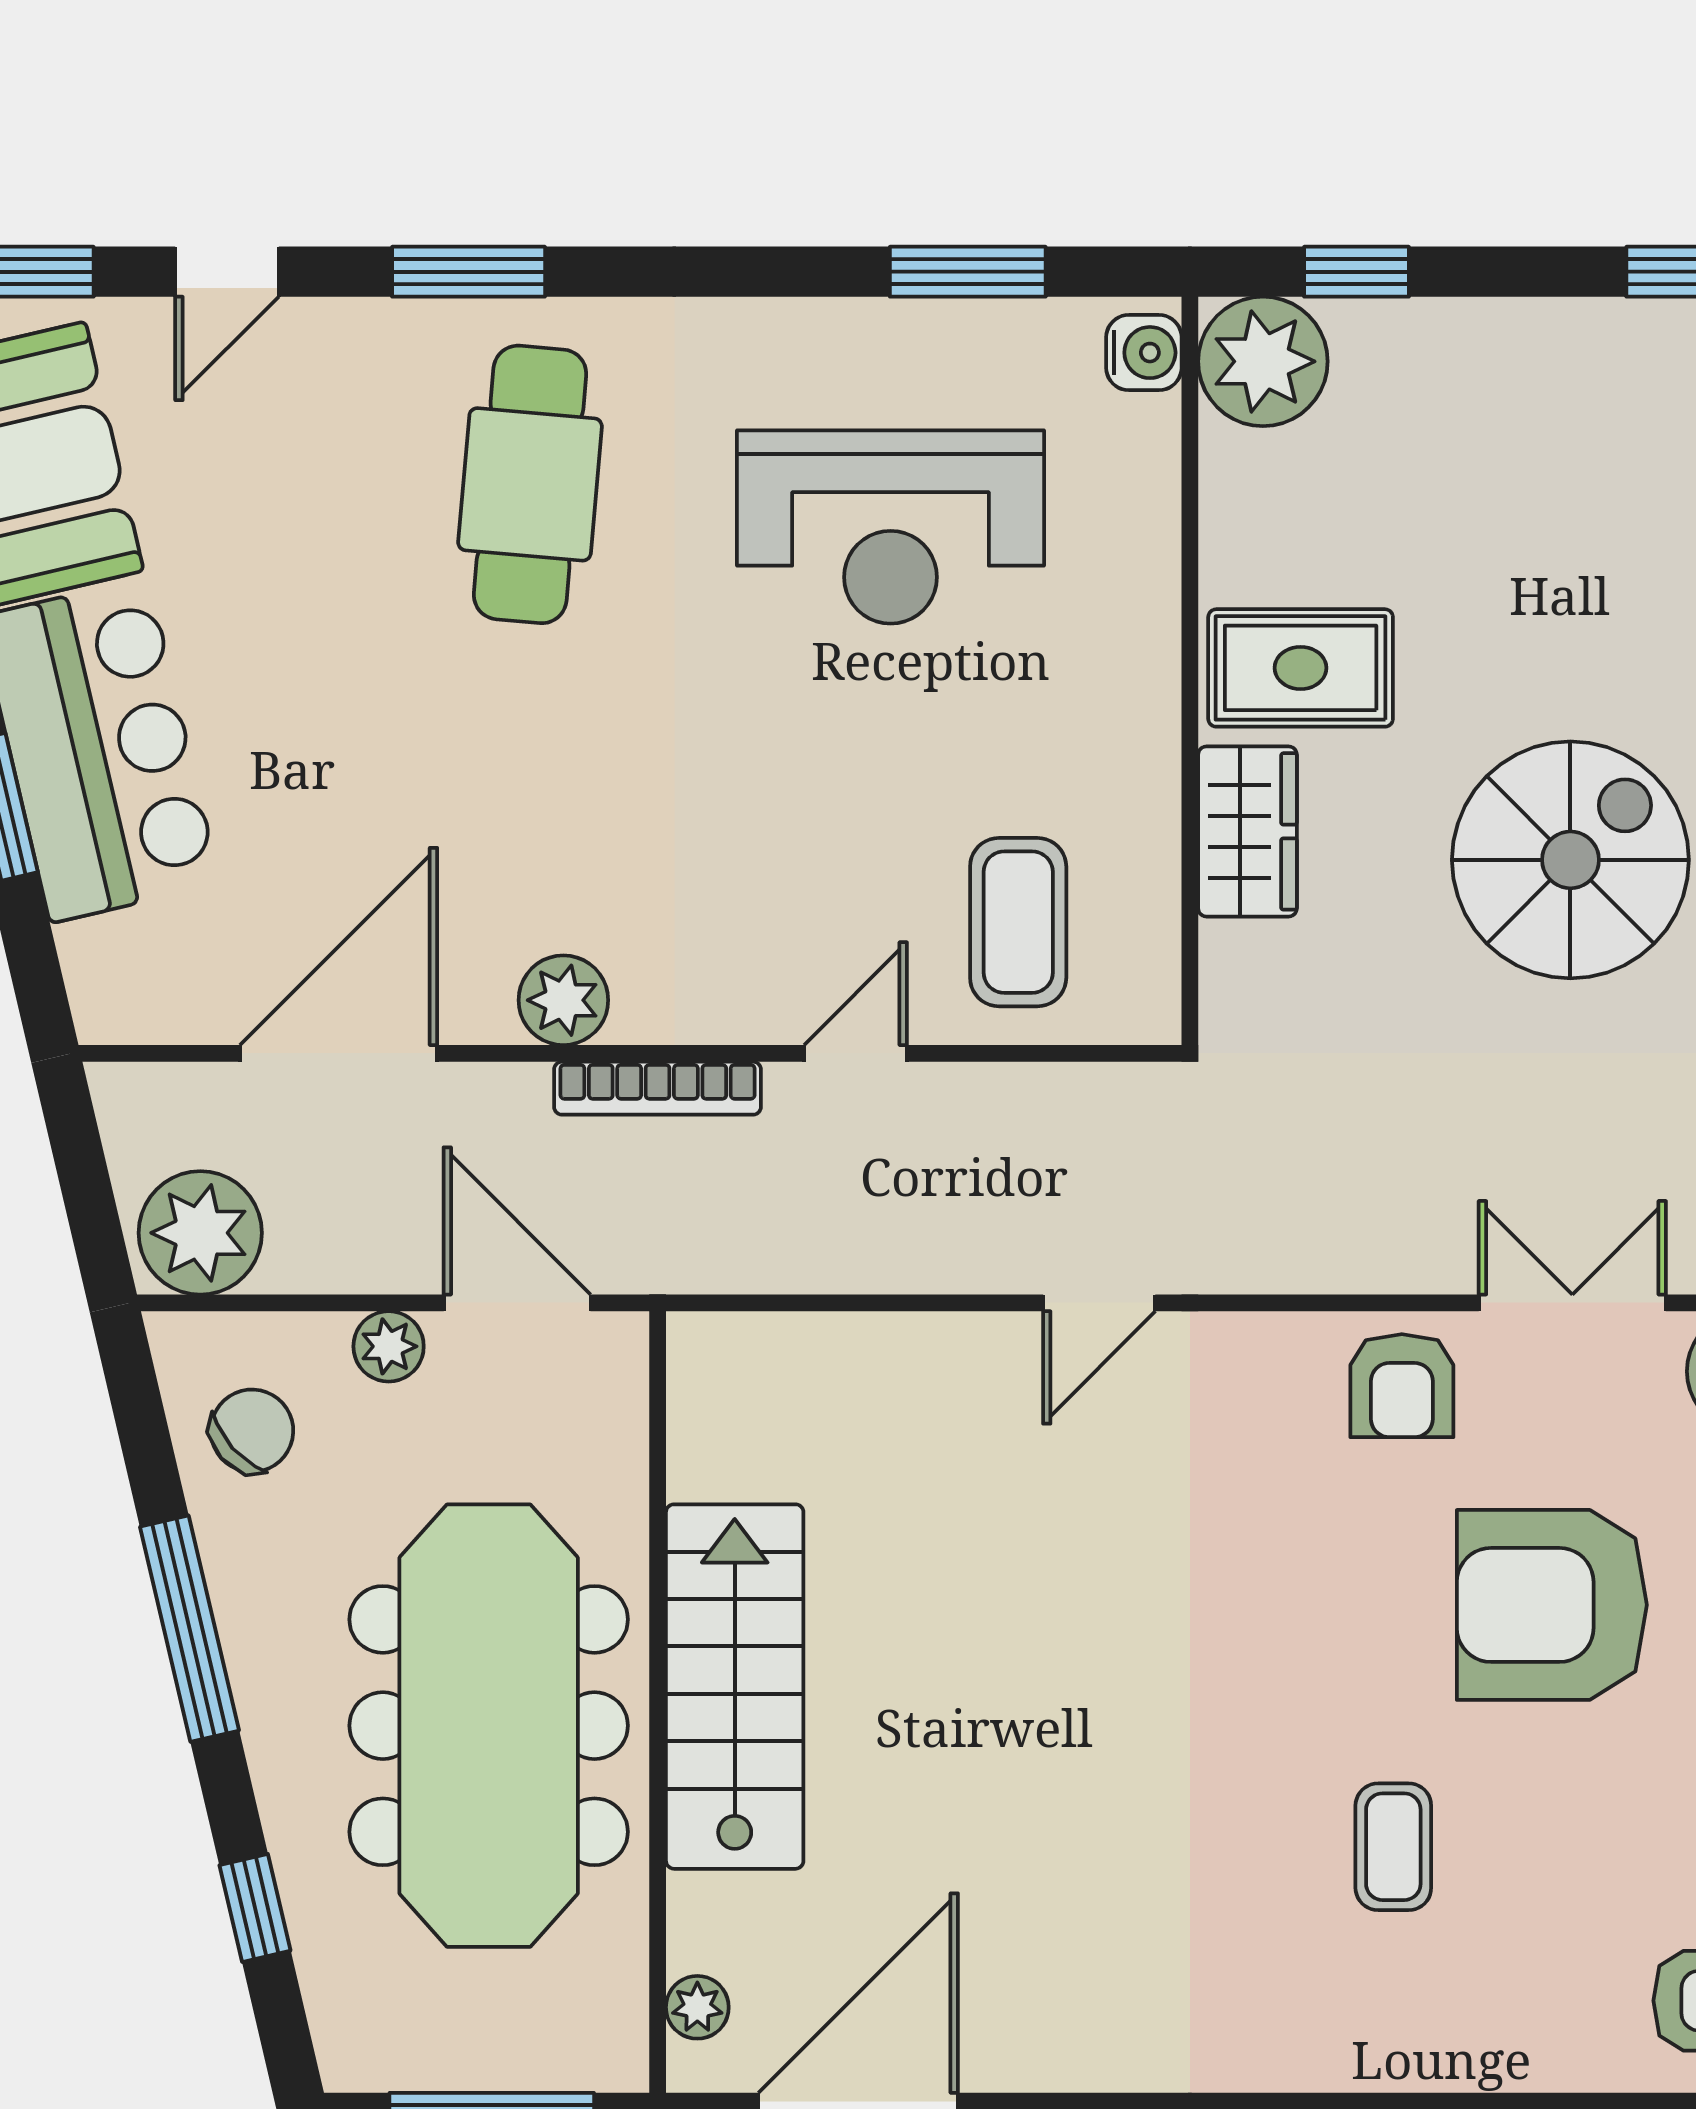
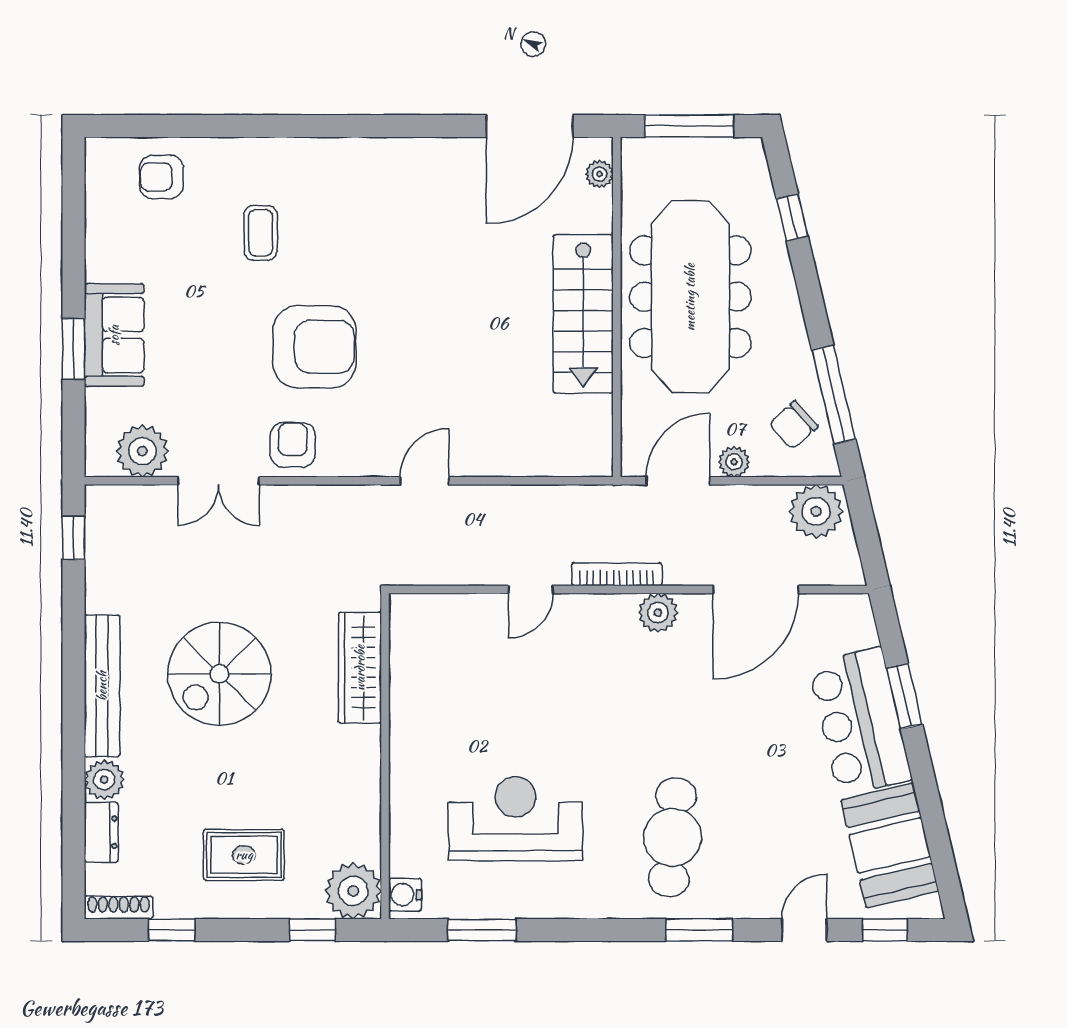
rug: (1301, 668) -> (244, 855), moved
wardrobe: (1247, 831) -> (360, 668), width x1.50
coffee table: (1018, 922) -> (460, 647), removed
door: (517, 1303) -> (678, 481), swing flipped
armchair: (1552, 1605) -> (314, 347), moved
window: (190, 1629) -> (834, 395), moved
coffee table: (1393, 1847) -> (260, 233), moved

